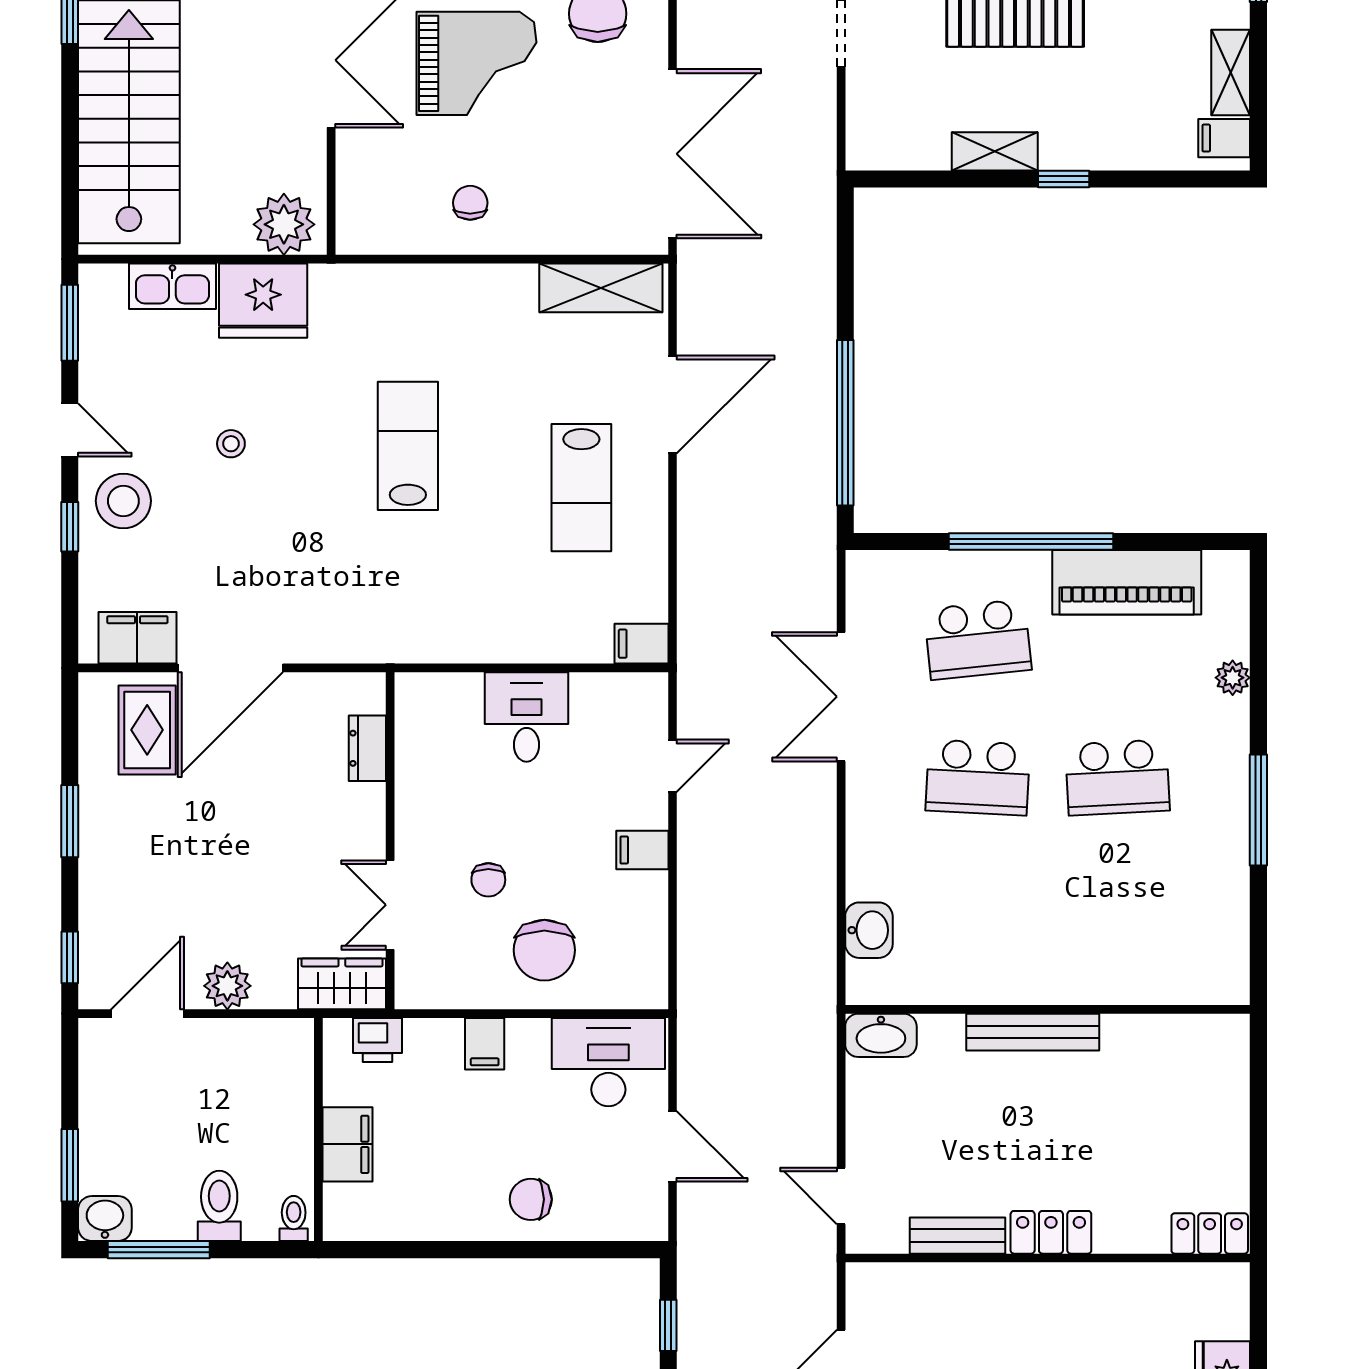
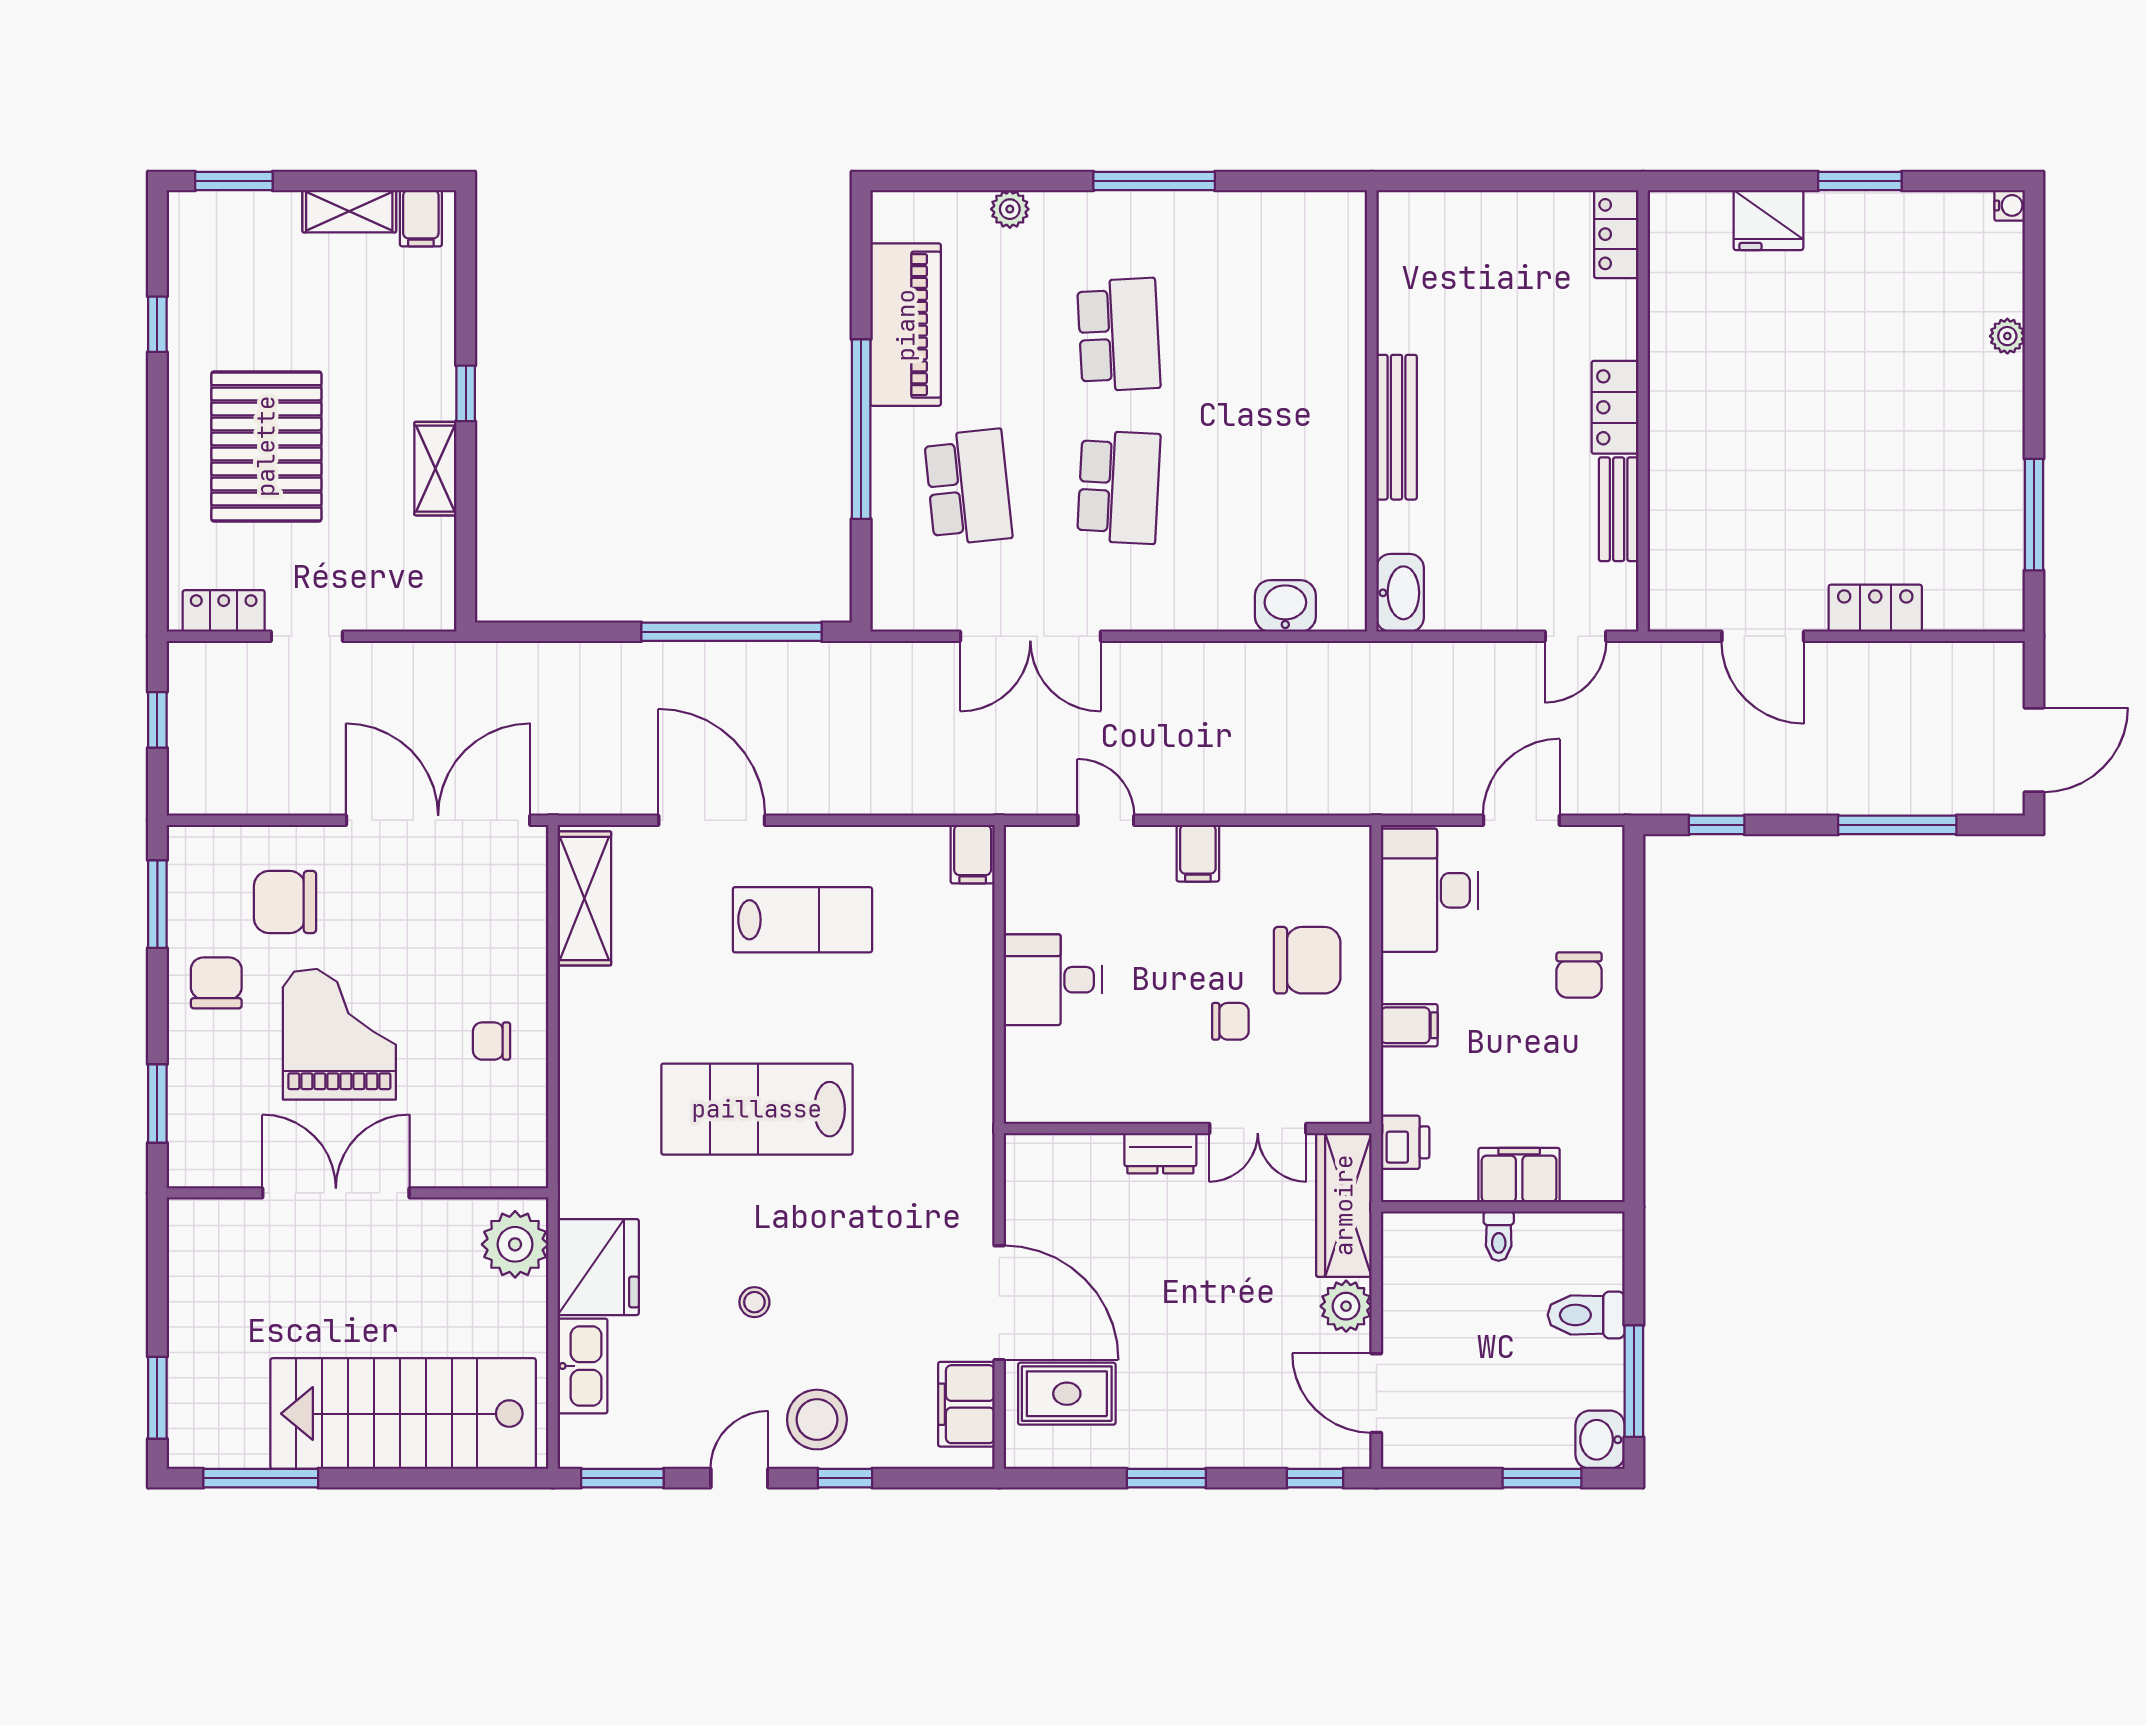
lab bench: (408, 446) -> (757, 1109), width x1.36, depth x1.39
dresser: (367, 748) -> (1160, 1153), moved
wardrobe: (342, 984) -> (1344, 1205), width x1.50
toilet: (294, 1218) -> (1499, 1236), moved, turned -90

